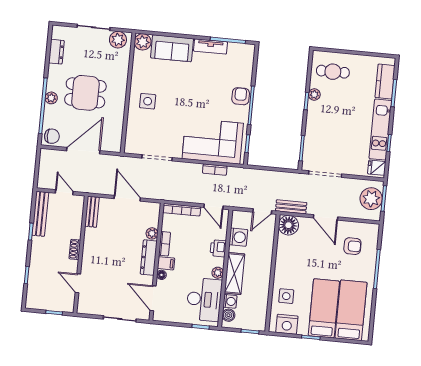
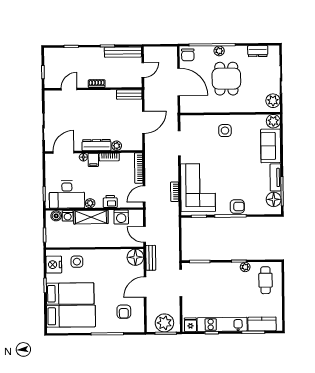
floor lamp: (237, 52) -> (274, 199), added

